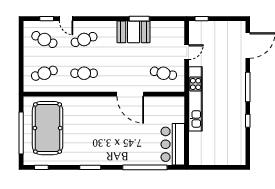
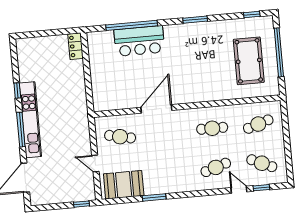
booth: (133, 32) -> (124, 185), moved
door: (187, 52) -> (95, 164), hinge flipped
door: (130, 94) -> (156, 109), hinge flipped
kitchen unit: (196, 99) -> (30, 120), moved, turned 180
pool table: (48, 128) -> (249, 61), width x0.73, depth x0.76
bar counter: (173, 144) -> (139, 41), moved, turned 90
locker: (195, 154) -> (75, 46), added

